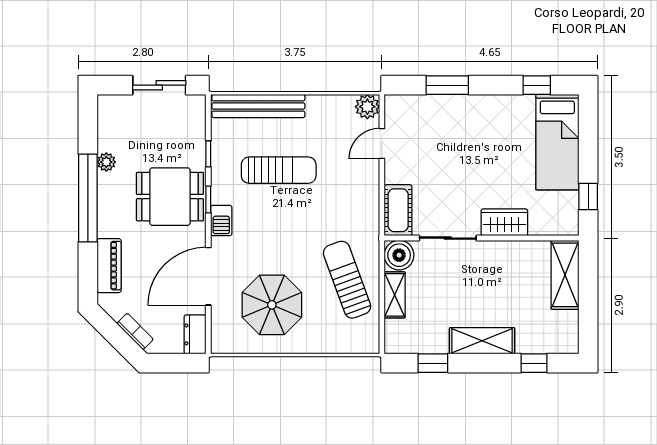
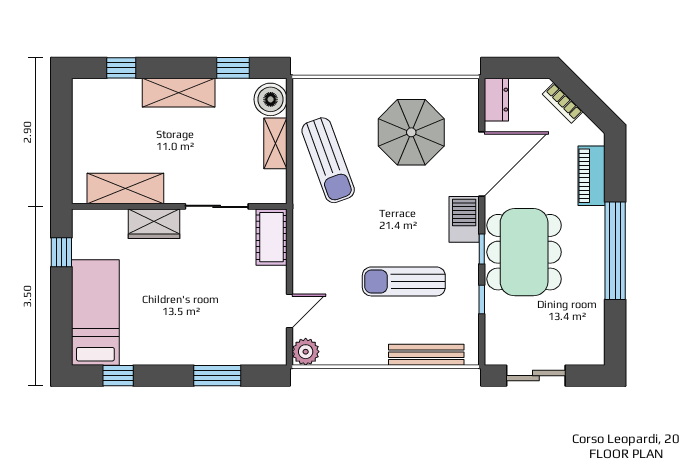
bench: (258, 106) -> (426, 355), width x0.73, depth x0.82
plant: (106, 162) -> (595, 290), removed
dining table: (170, 197) -> (524, 252), width x1.38
barbecue: (221, 220) -> (464, 219), width x1.38, depth x1.27
boiler: (399, 255) -> (271, 99), moved
shelving: (565, 275) -> (125, 188), moved, turned 90

